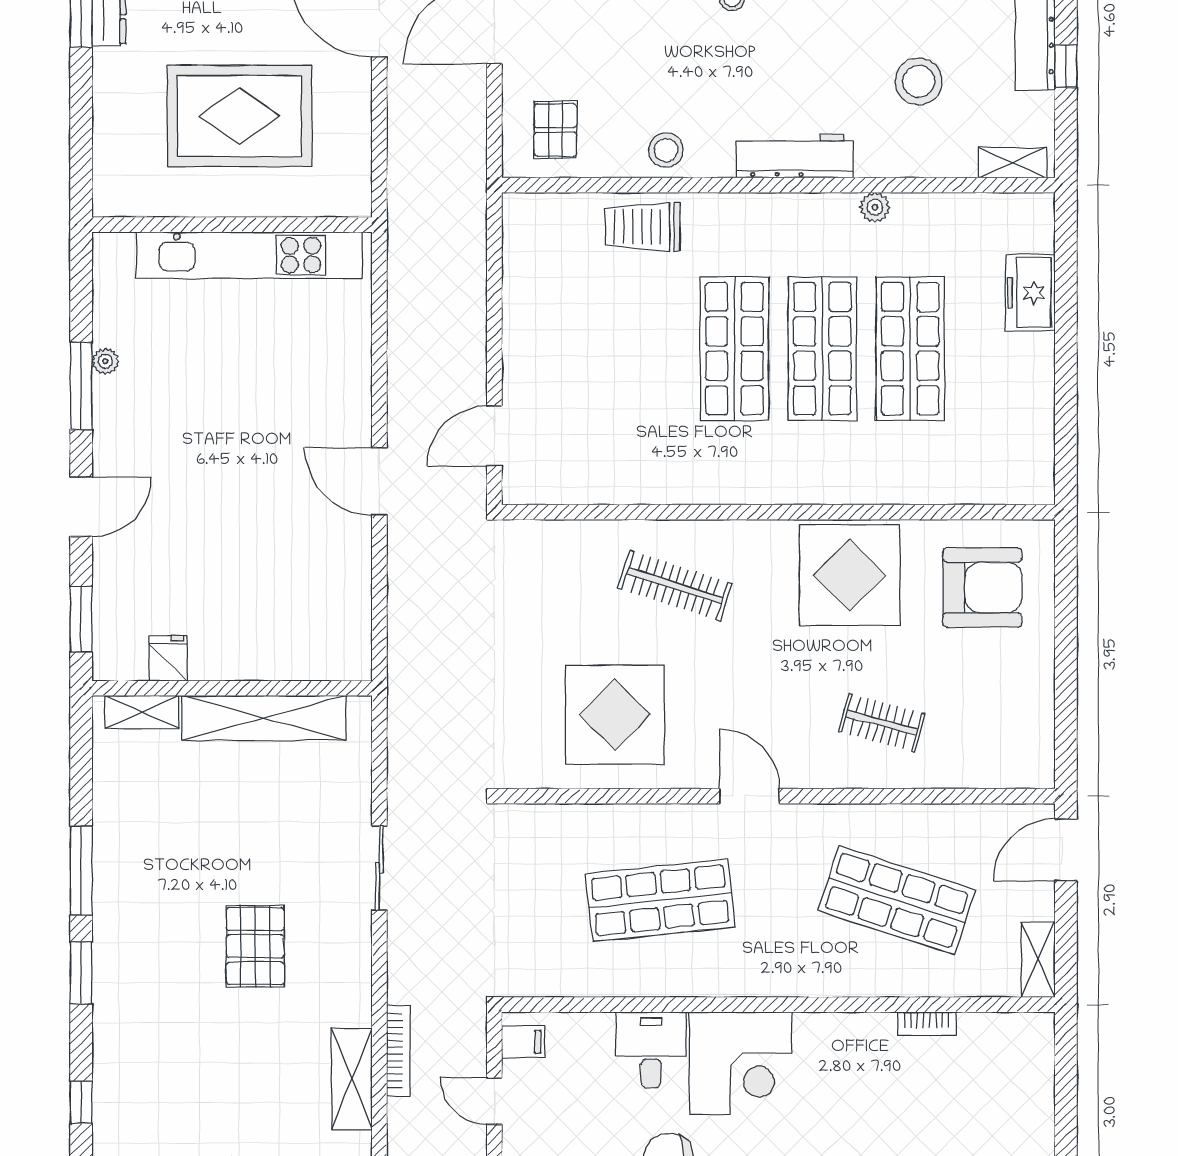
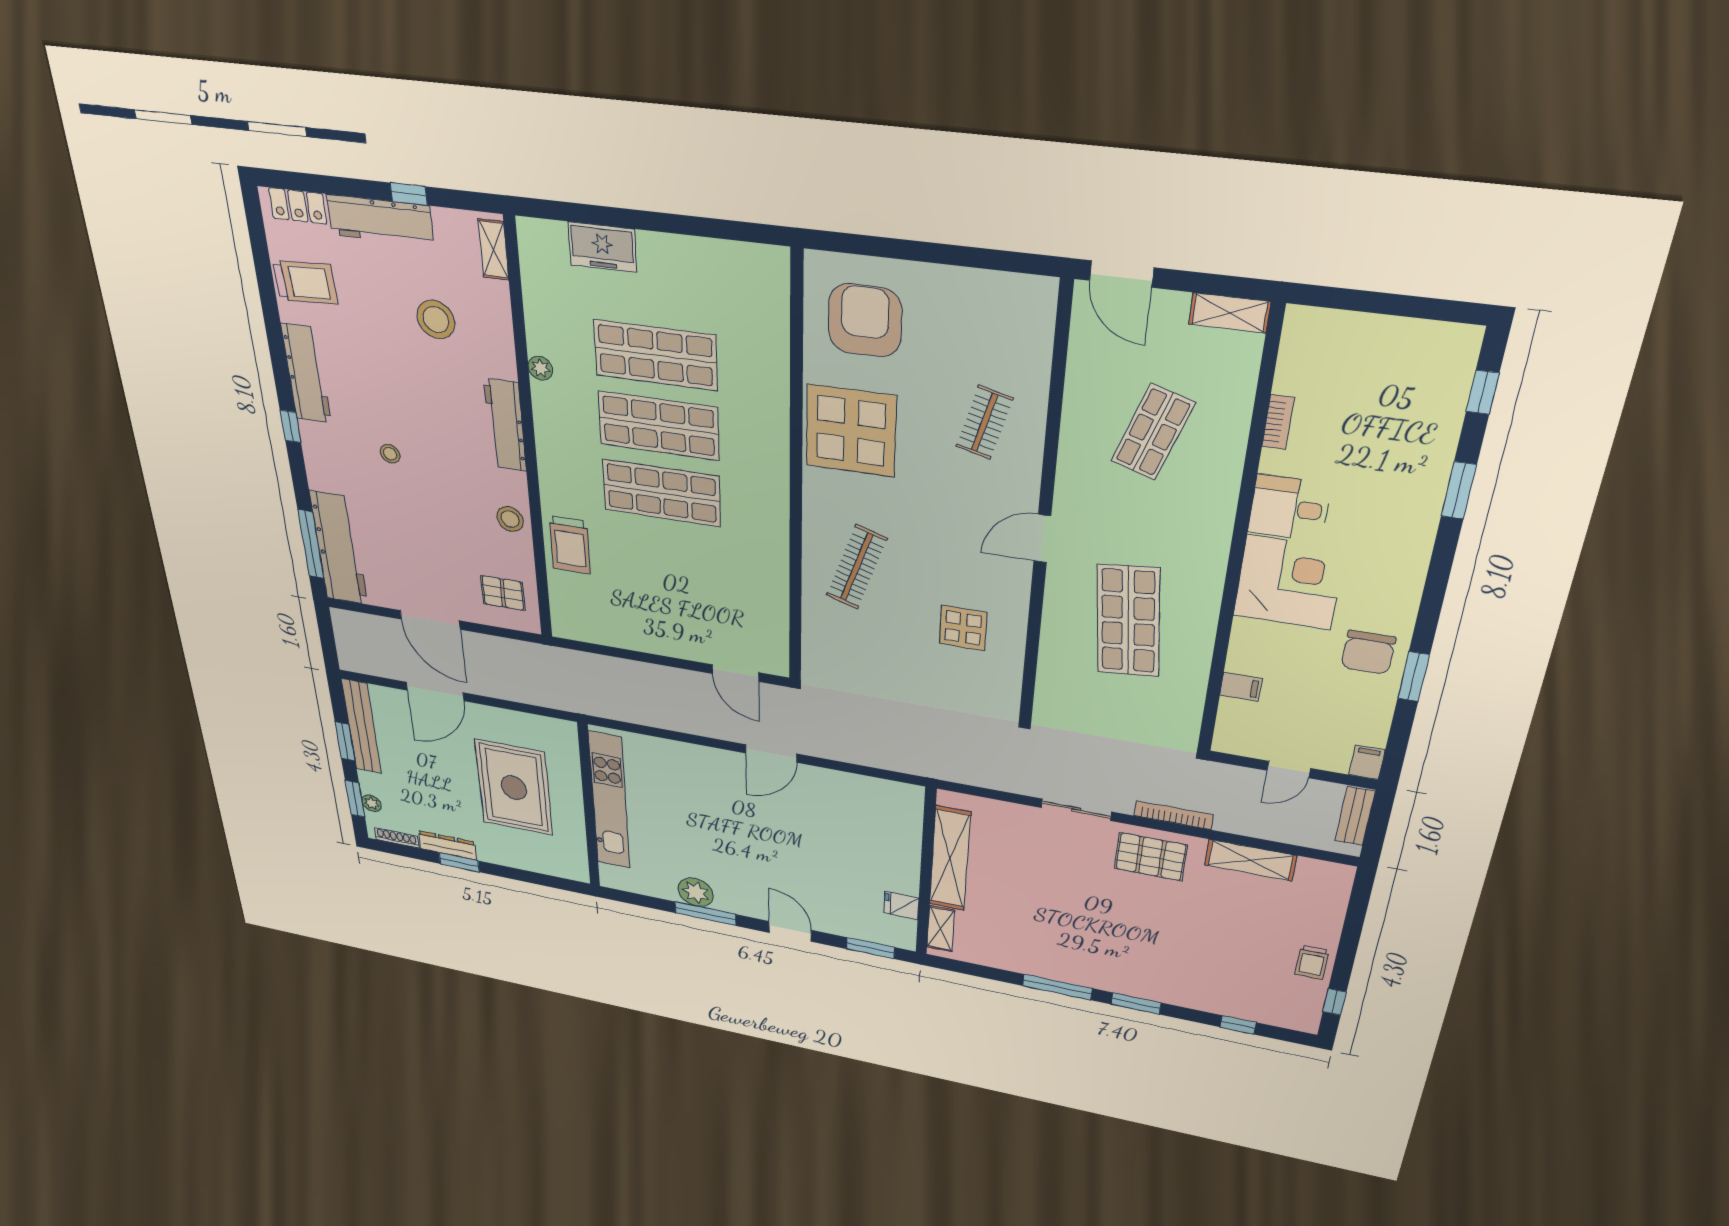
plant: (105, 361) -> (696, 892), width x1.87, depth x1.87
display table: (615, 715) -> (963, 628), width x0.54, depth x0.54
shop shelf: (897, 900) -> (1153, 432), width x0.70, depth x0.74
pallet: (255, 946) -> (1151, 857), moved
filing cabinet: (523, 1042) -> (1241, 687), moved, turned 90
desk: (651, 1050) -> (1289, 508), moved
bookcase: (398, 1051) -> (1174, 815), moved

